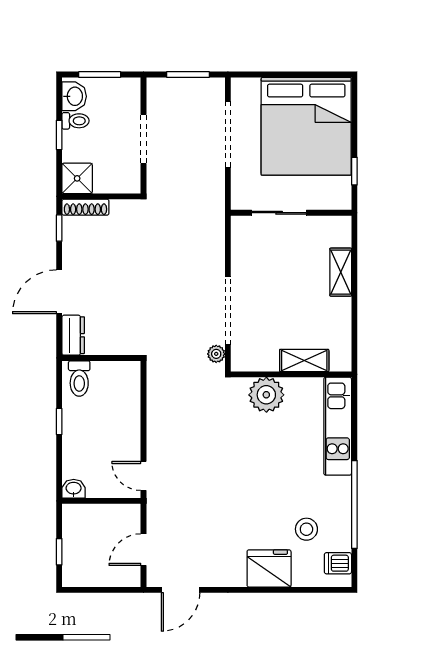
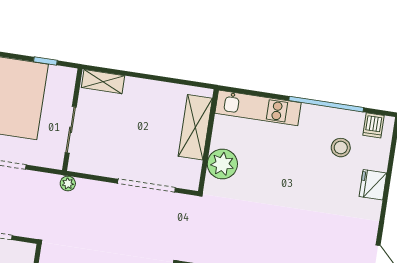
shelving: (341, 272) -> (103, 82), moved
plant: (216, 354) -> (68, 184), moved
shelving: (304, 360) -> (195, 127), width x1.50, depth x1.33
fridge: (269, 568) -> (373, 185), width x0.73, depth x0.75

